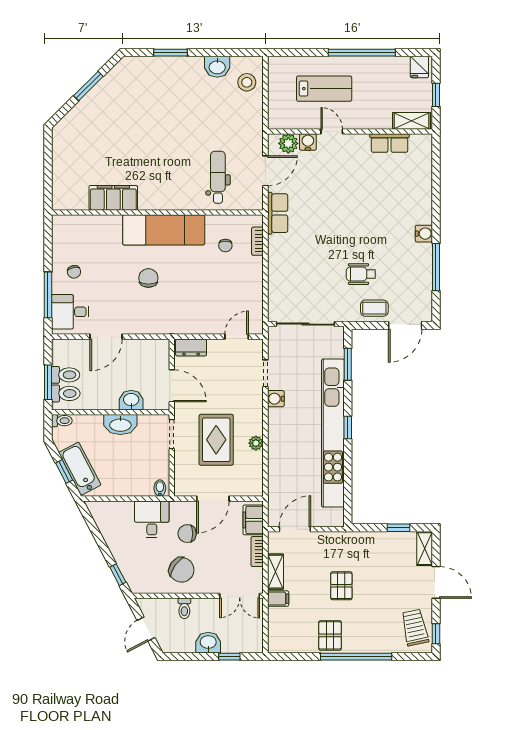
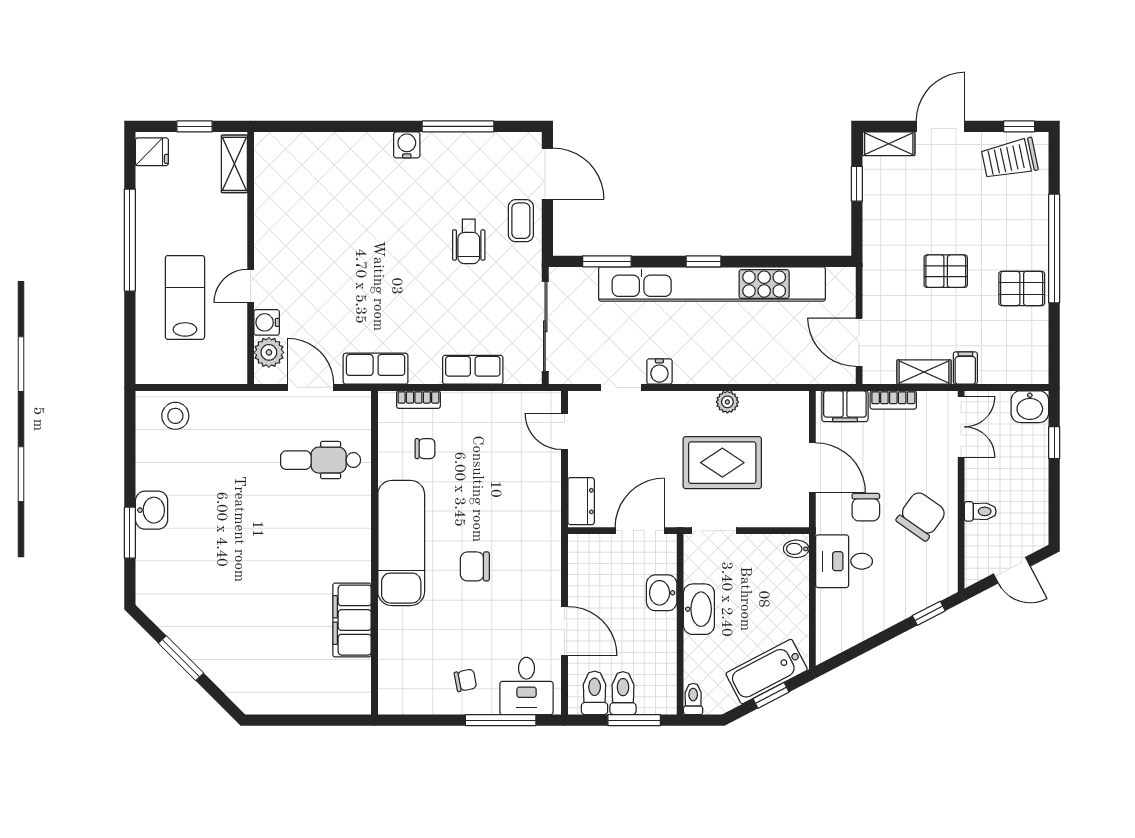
washbasin: (217, 67) -> (152, 510), moved
row of seats: (390, 143) -> (473, 370), moved, turned -90
toilet: (66, 393) -> (595, 693), moved
washbasin: (208, 643) -> (1030, 407), moved, turned -90

